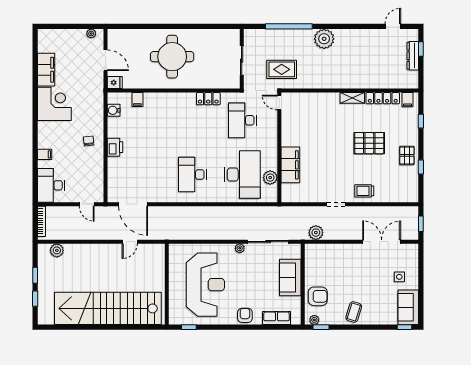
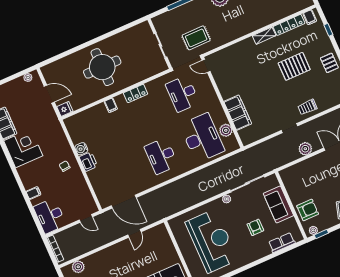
locker: (208, 99) -> (136, 93), moved
filing cabinet: (137, 100) -> (111, 105), moved
water cooler: (114, 110) -> (81, 149), moved
plant: (316, 233) -> (305, 149), moved
armchair: (245, 315) -> (255, 227), moved

